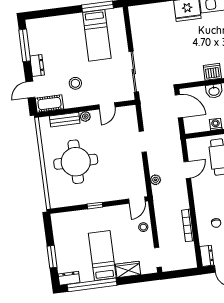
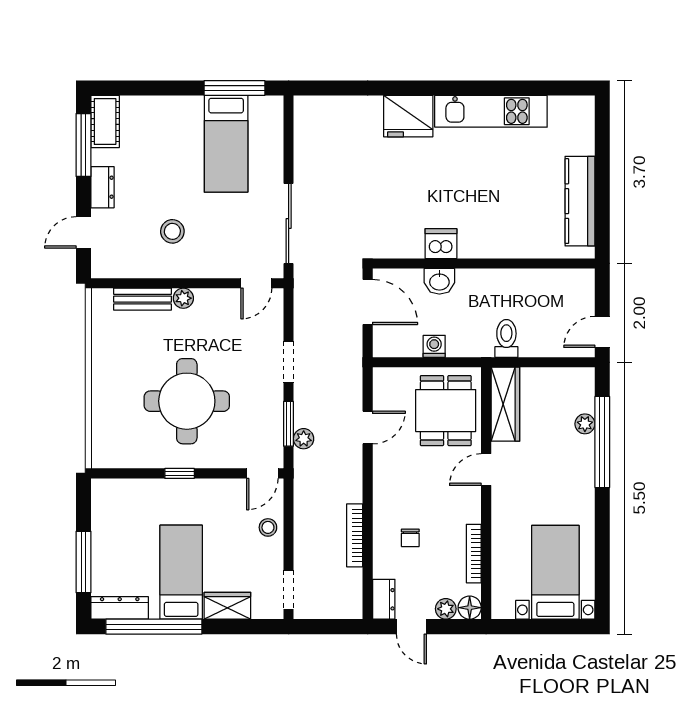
cot: (49, 104) -> (105, 122), moved, turned 90
door: (107, 106) -> (256, 283), moved
round table: (76, 162) -> (187, 401), moved
window: (147, 173) -> (289, 424), added
window: (52, 257) -> (83, 562), width x1.44
dresser: (69, 278) -> (120, 608), width x1.44

